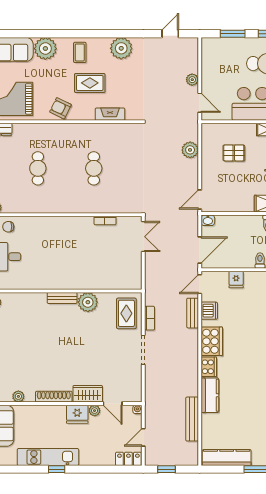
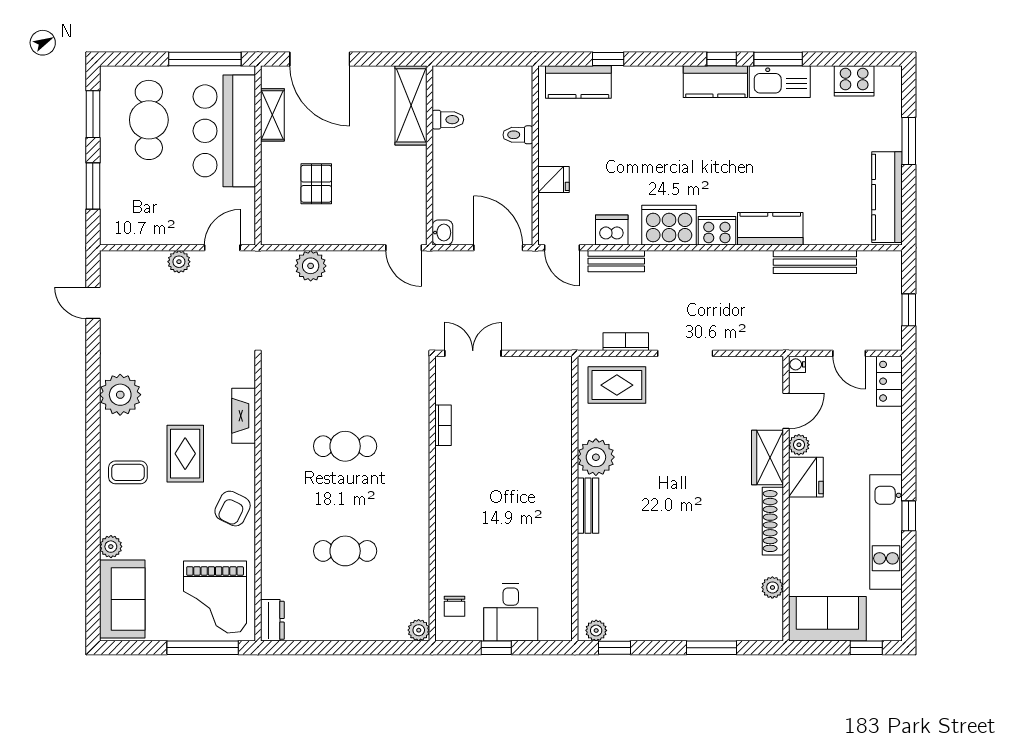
plant: (45, 49) -> (111, 547), width x0.53, depth x0.53

